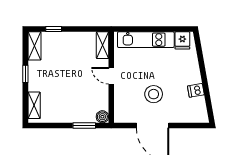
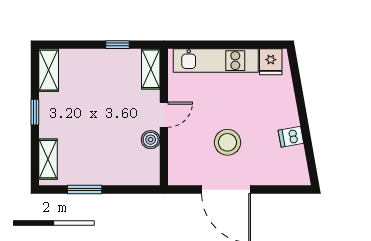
window: (54, 29) -> (118, 45), moved
door: (111, 76) -> (164, 115), swing flipped
boiler: (102, 117) -> (151, 140), moved
window: (84, 126) -> (85, 190), moved

